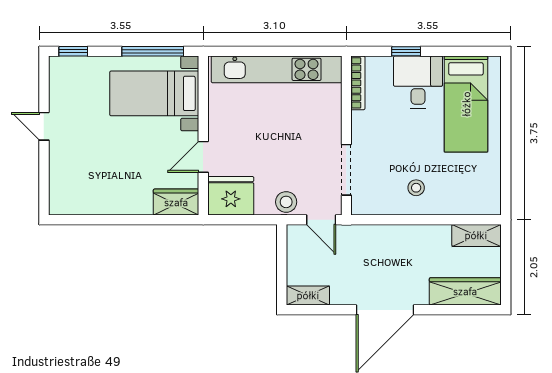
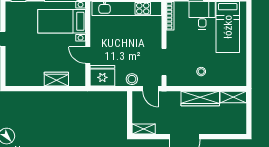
door: (203, 157) -> (88, 55), hinge flipped
wardrobe: (176, 202) -> (56, 79), moved
wardrobe: (465, 291) -> (200, 98), moved, turned 180

